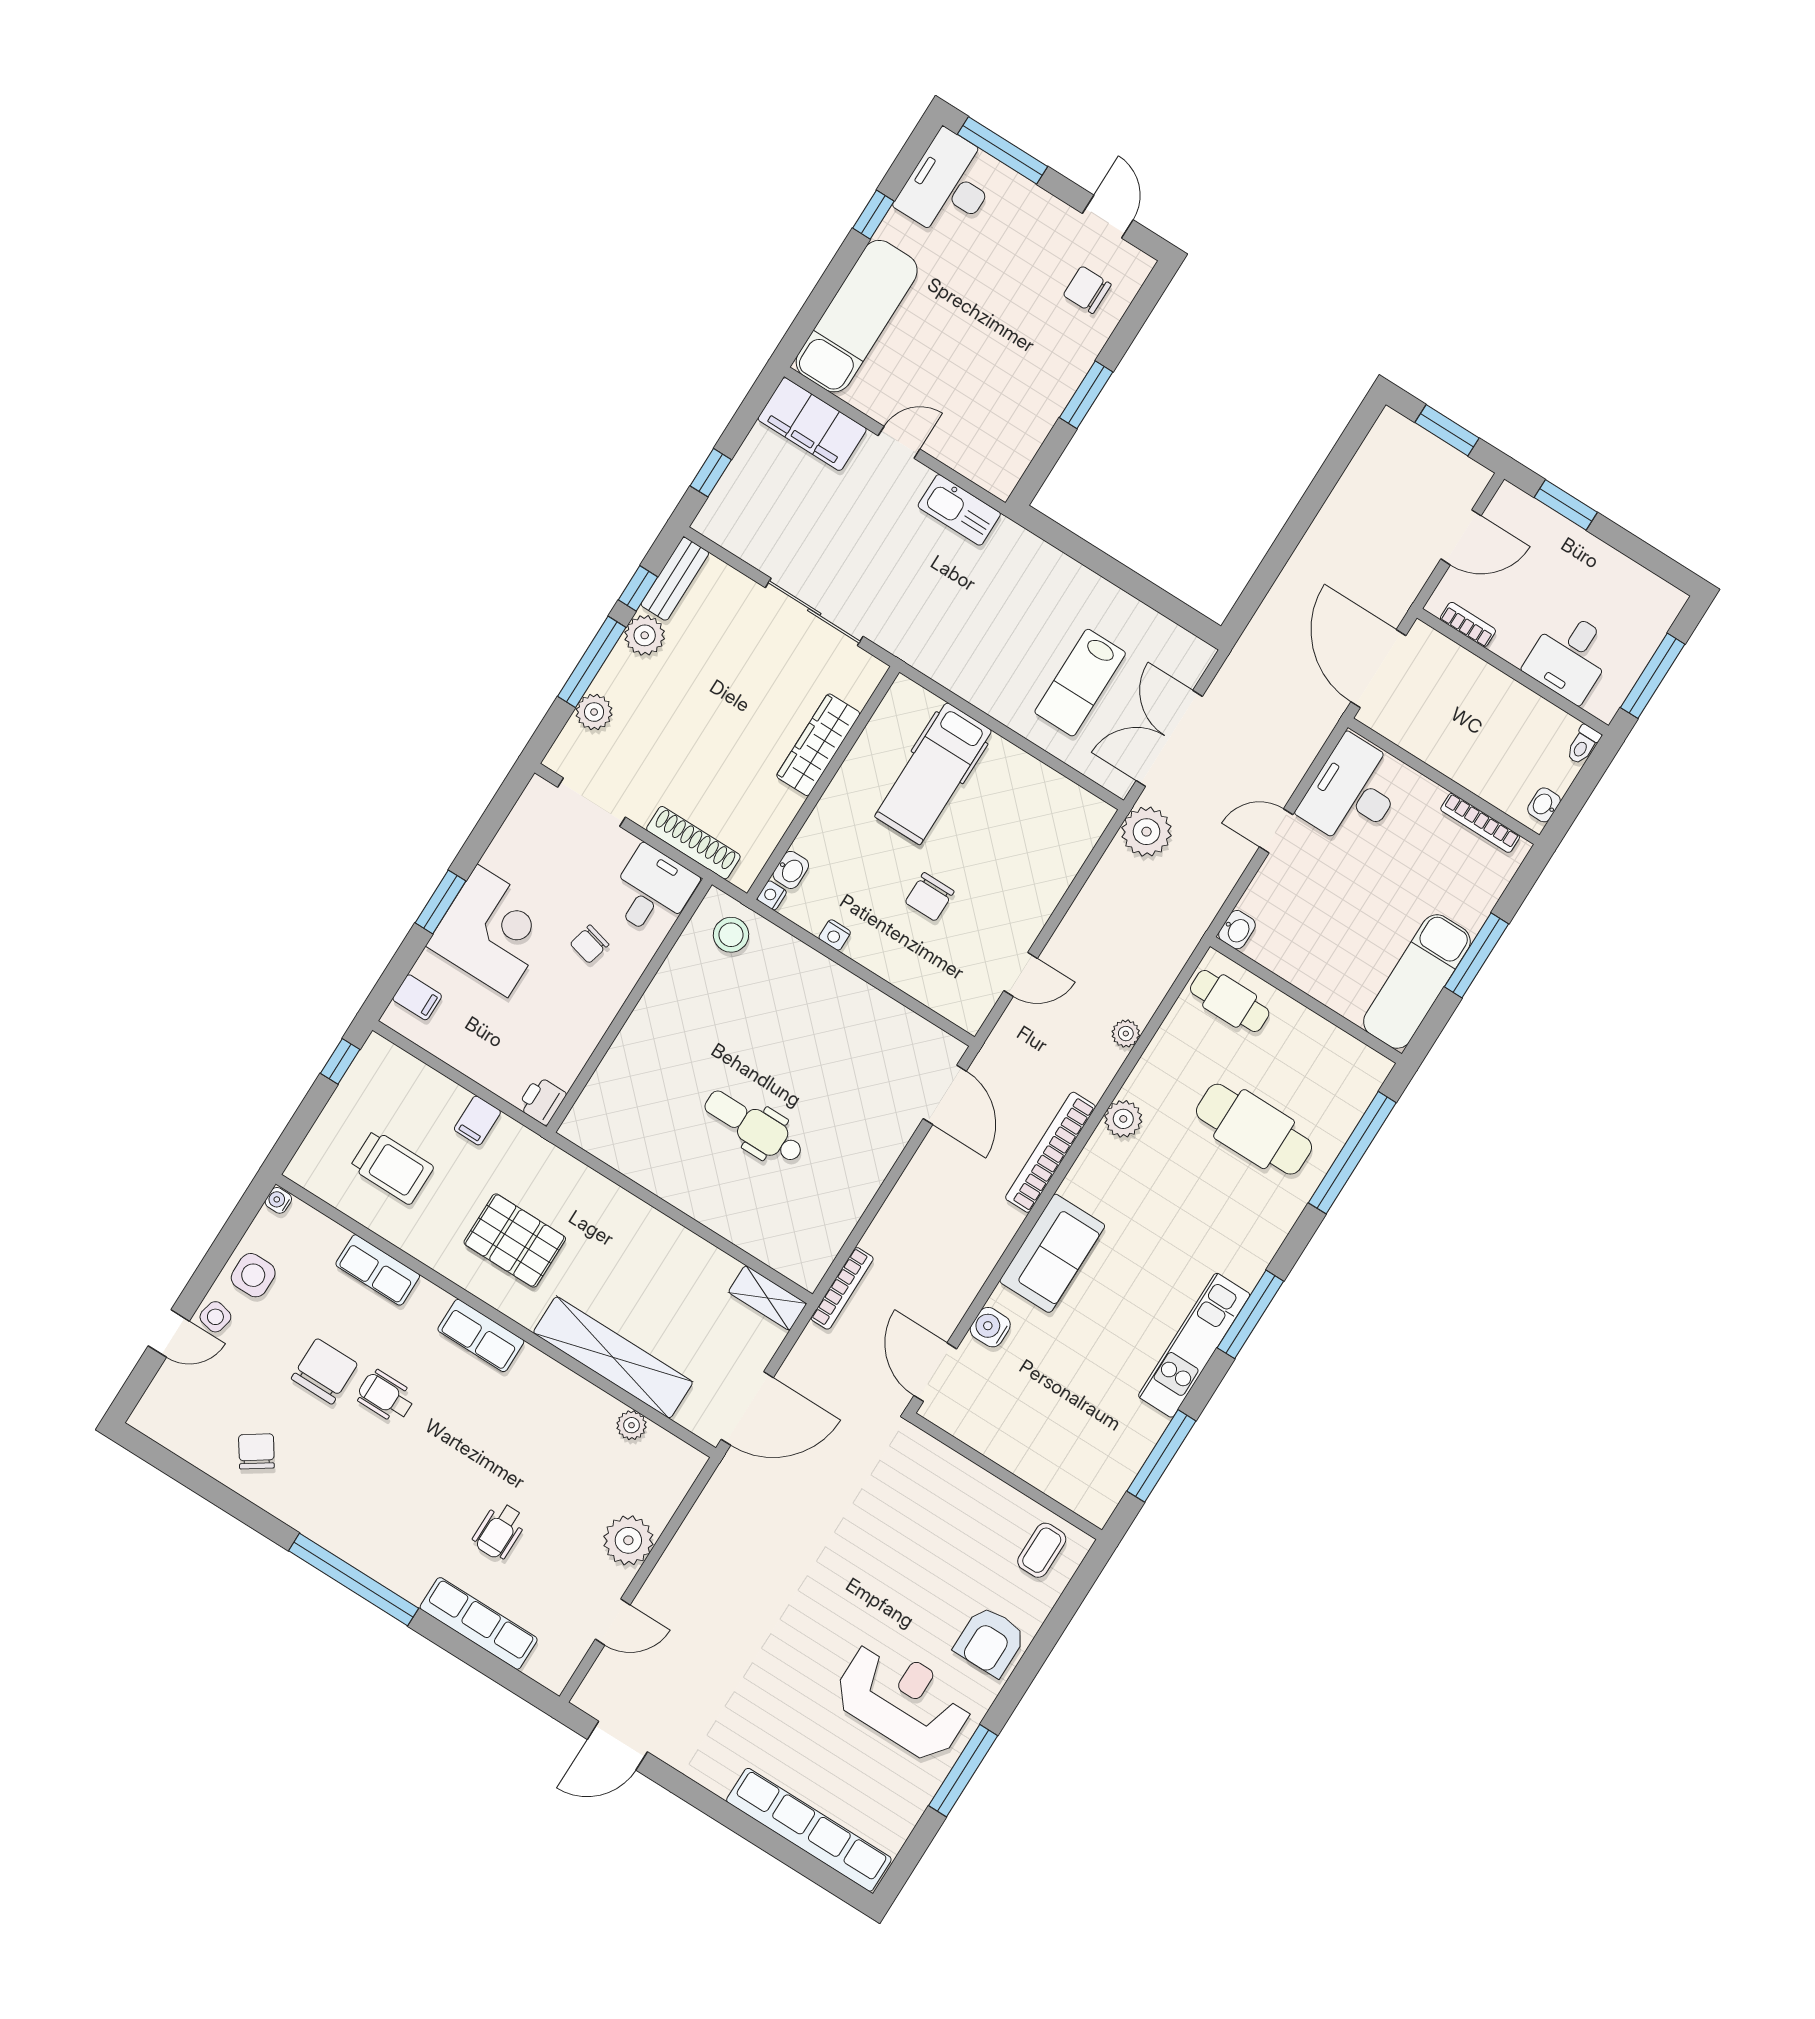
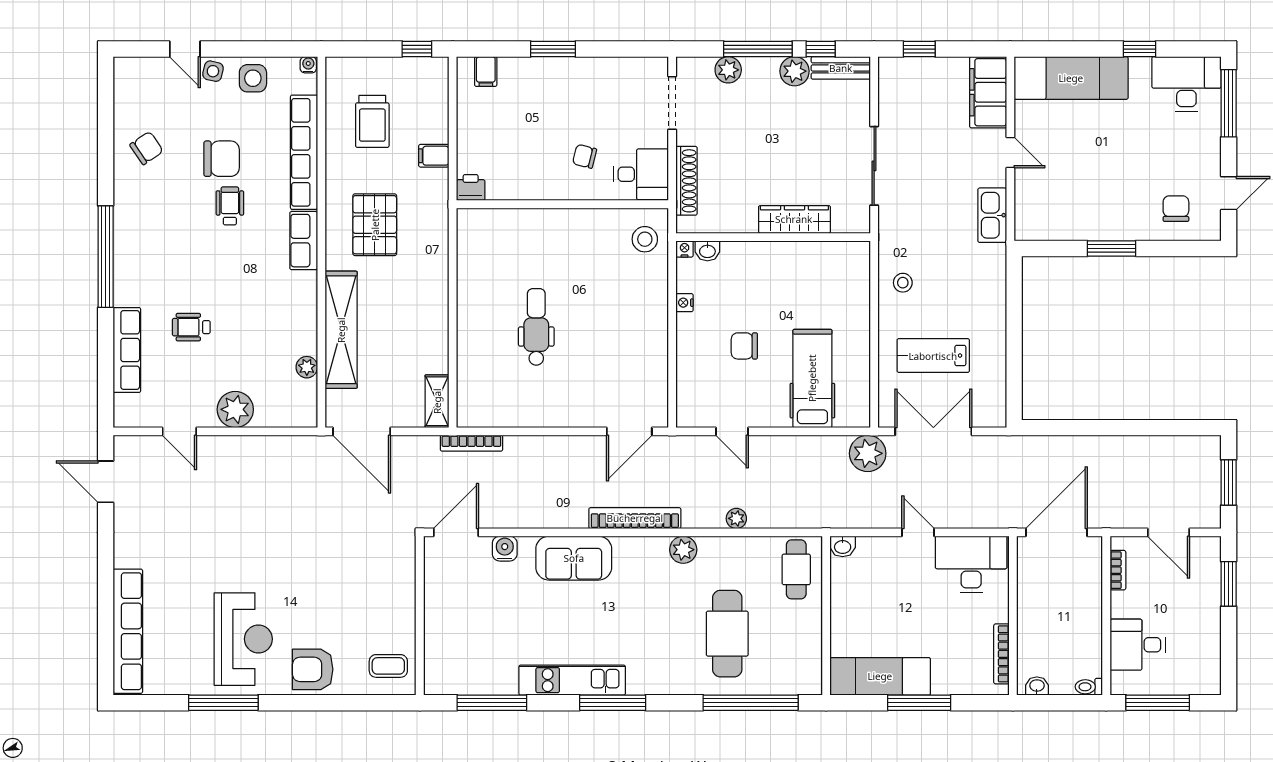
stool: (972, 664) -> (903, 283), added
hospital bed: (933, 774) -> (812, 378), moved, turned 90
corner desk: (492, 931) -> (555, 92), removed
row of seats: (378, 1270) -> (304, 152), width x2.02

